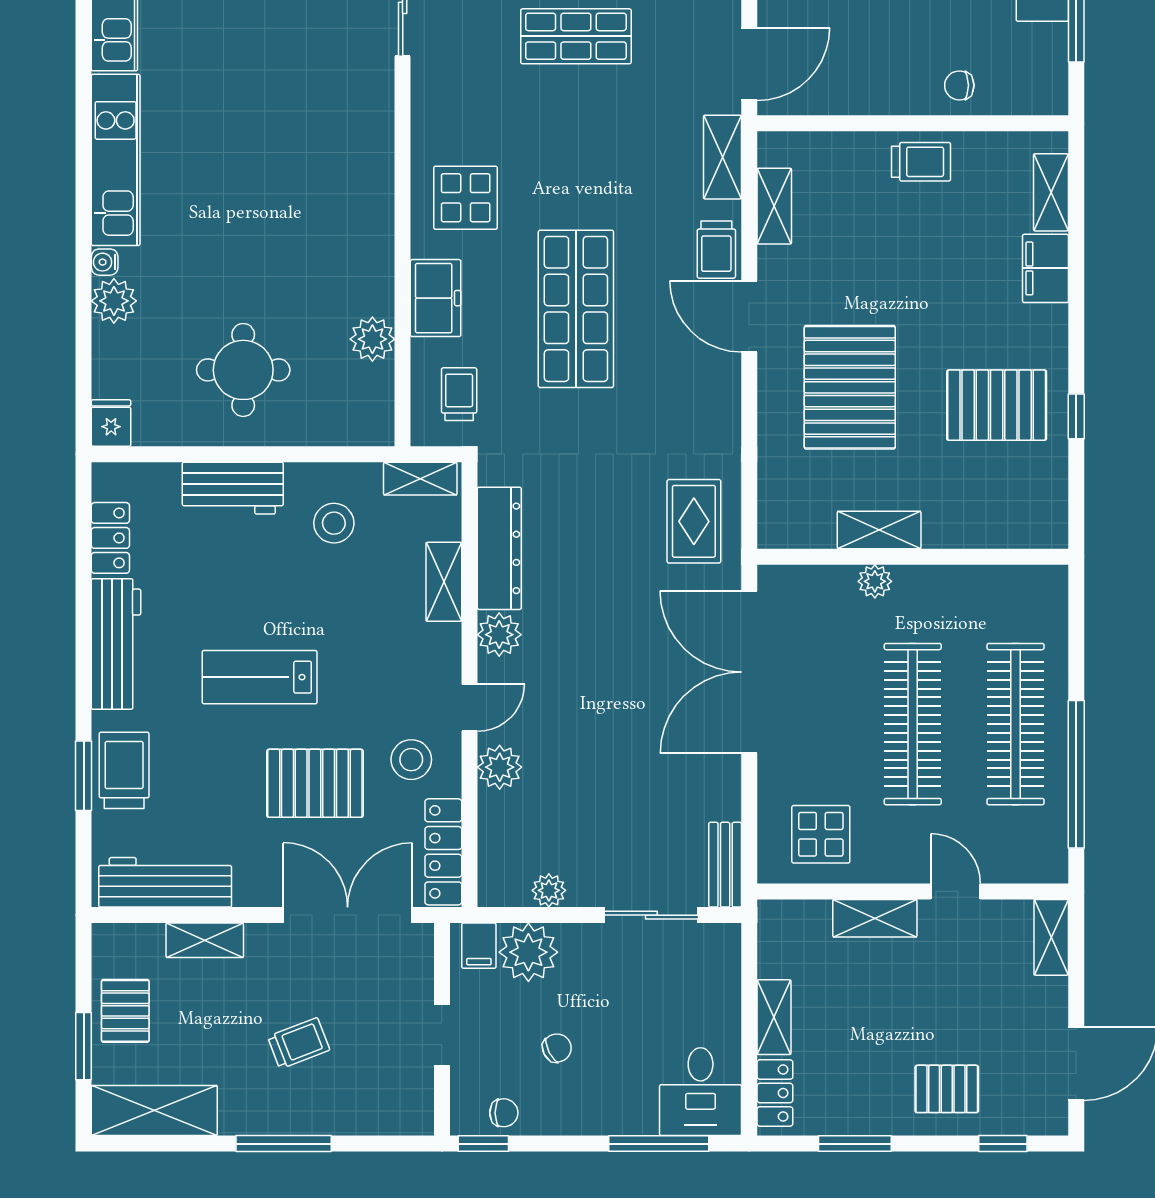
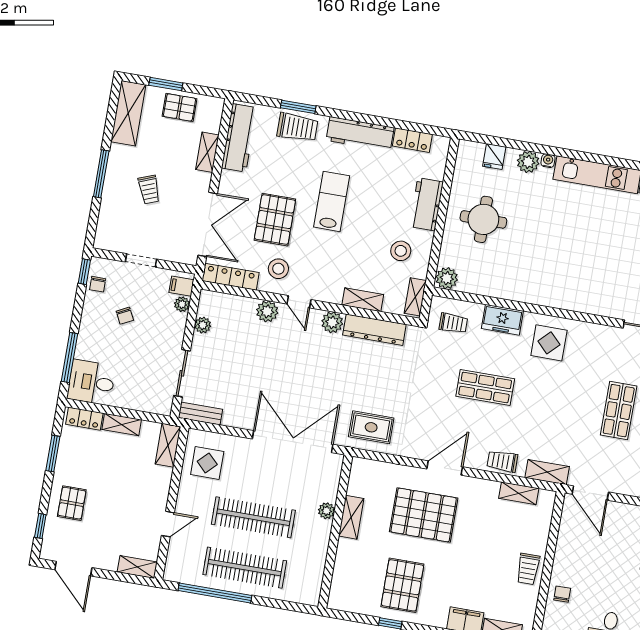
shop shelf: (576, 309) -> (485, 387), width x0.70, depth x0.74
door: (749, 316) -> (445, 468), moved
plant: (372, 339) -> (447, 278), moved
fridge: (111, 423) -> (494, 157), moved, turned 90
shelving: (875, 918) -> (168, 445), moved
plant: (528, 952) -> (182, 304), width x0.53, depth x0.53

